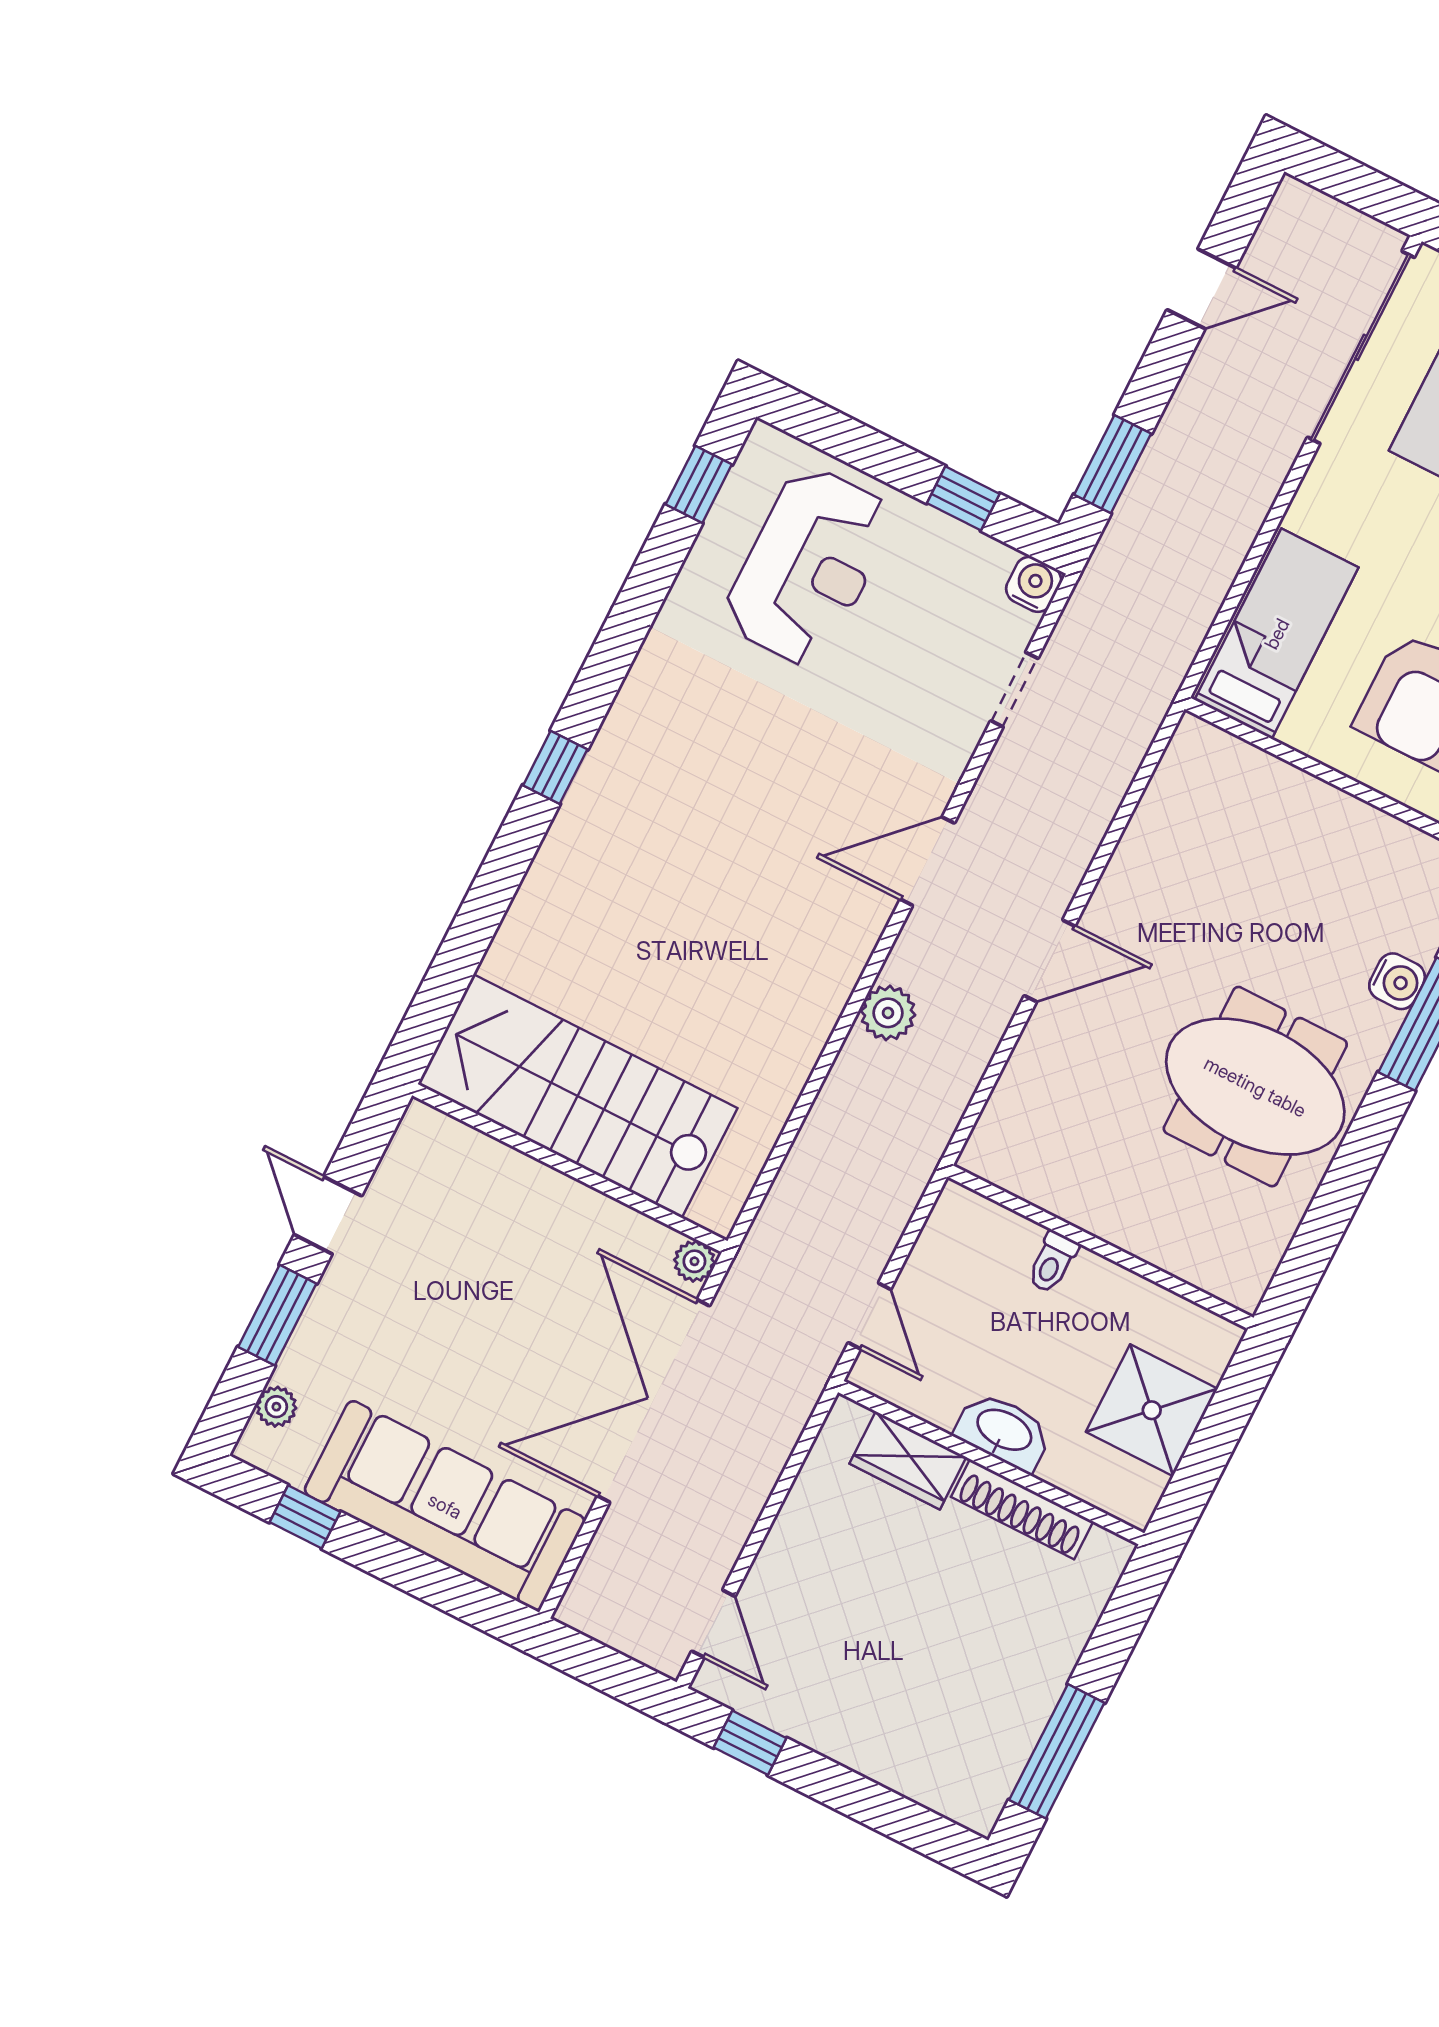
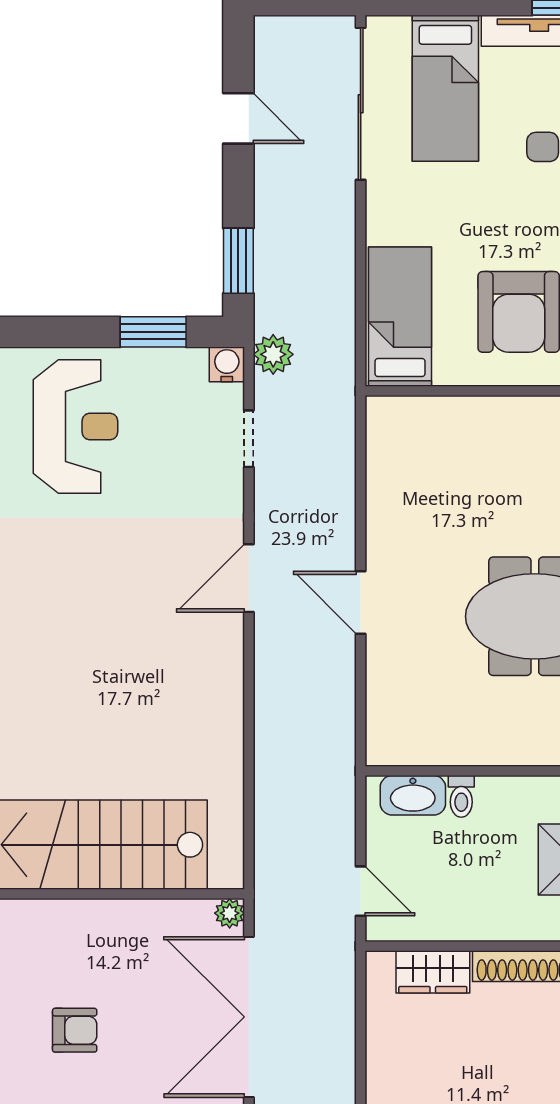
door: (1201, 289) -> (238, 118), hinge flipped
window: (963, 498) -> (153, 332), width x1.50
door: (1050, 961) -> (361, 603), swing flipped
plant: (888, 1013) -> (273, 354), moved
armchair: (431, 1309) -> (75, 1030), added
washbasin: (1004, 1431) -> (413, 795), moved, turned 180

